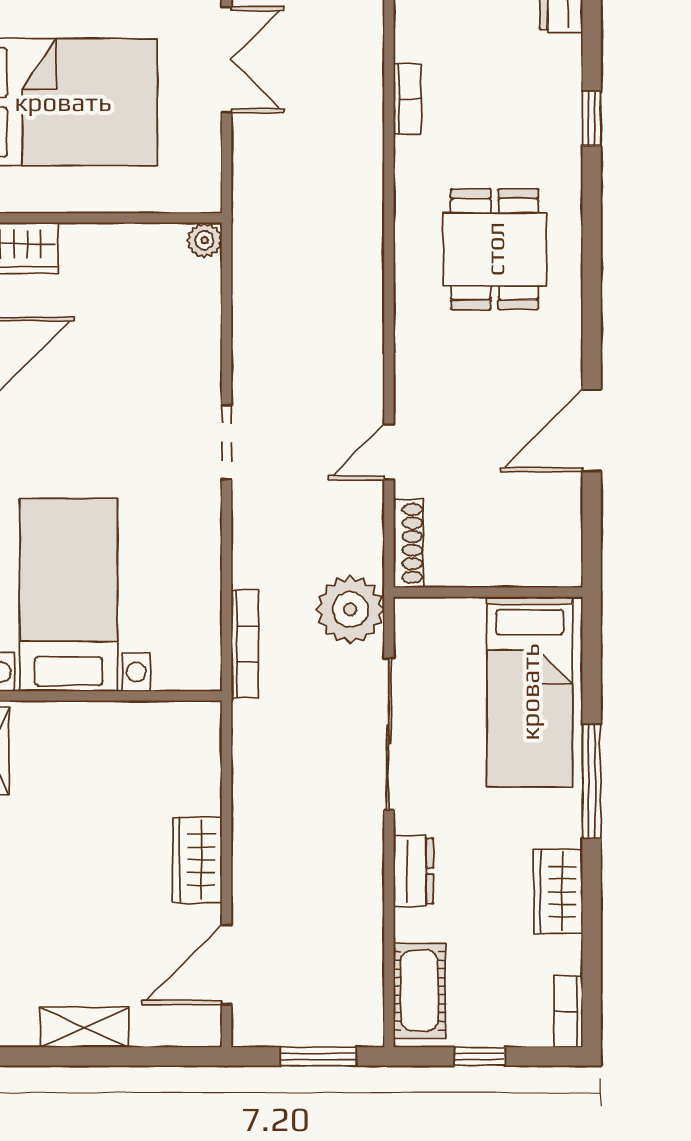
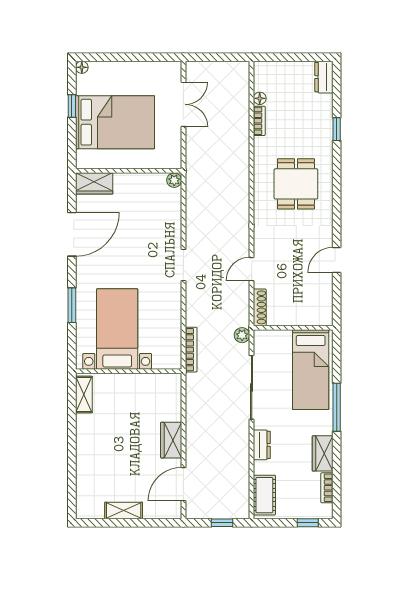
floor lamp: (408, 45) -> (260, 98), added
door: (592, 430) -> (337, 260), width x0.73
plant: (350, 609) -> (242, 335), width x0.53, depth x0.53
bookcase: (568, 1012) -> (327, 488), moved
window: (318, 1056) -> (222, 523), width x0.67
window: (480, 1056) -> (308, 523), moved

